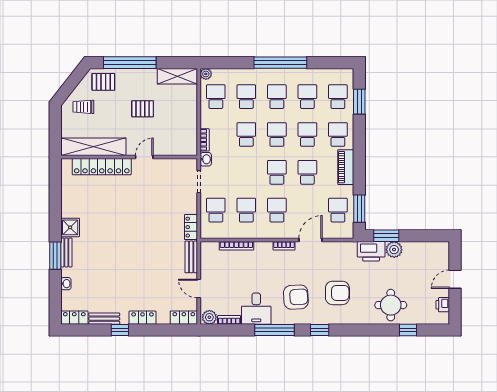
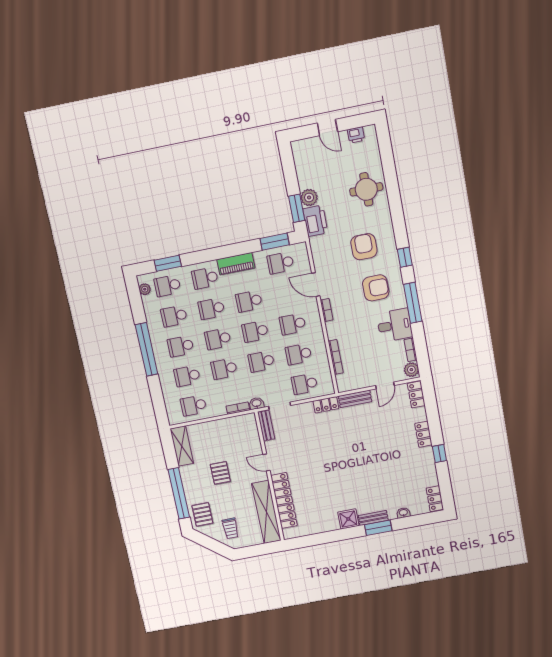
plant: (206, 74) -> (145, 289), moved
school desk: (246, 172) -> (261, 362), added
armchair: (296, 297) -> (376, 288), turned 93
bench: (104, 319) -> (266, 426), moved
window: (408, 330) -> (389, 166), removed

